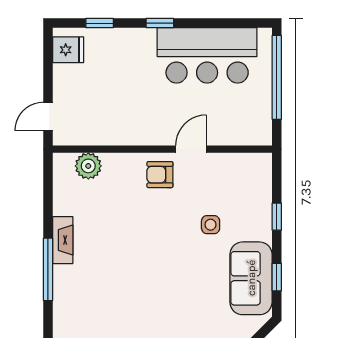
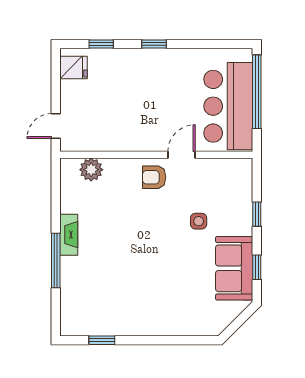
bar counter: (207, 55) -> (228, 106), moved, turned 90

